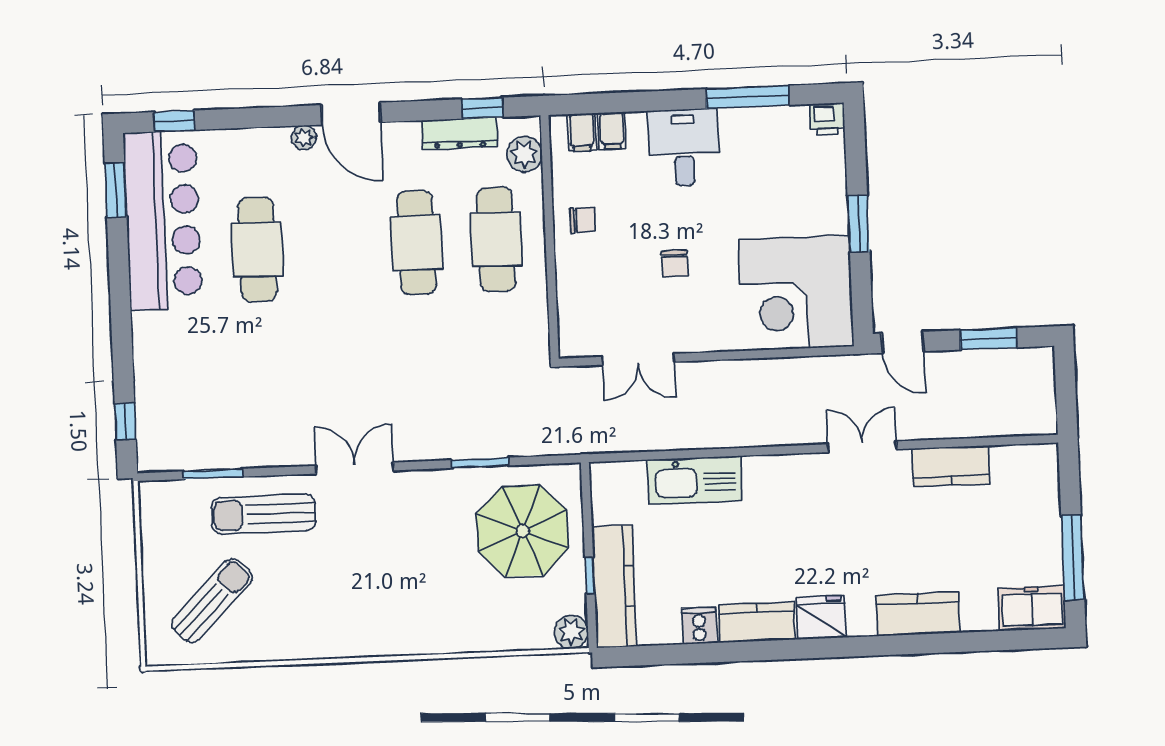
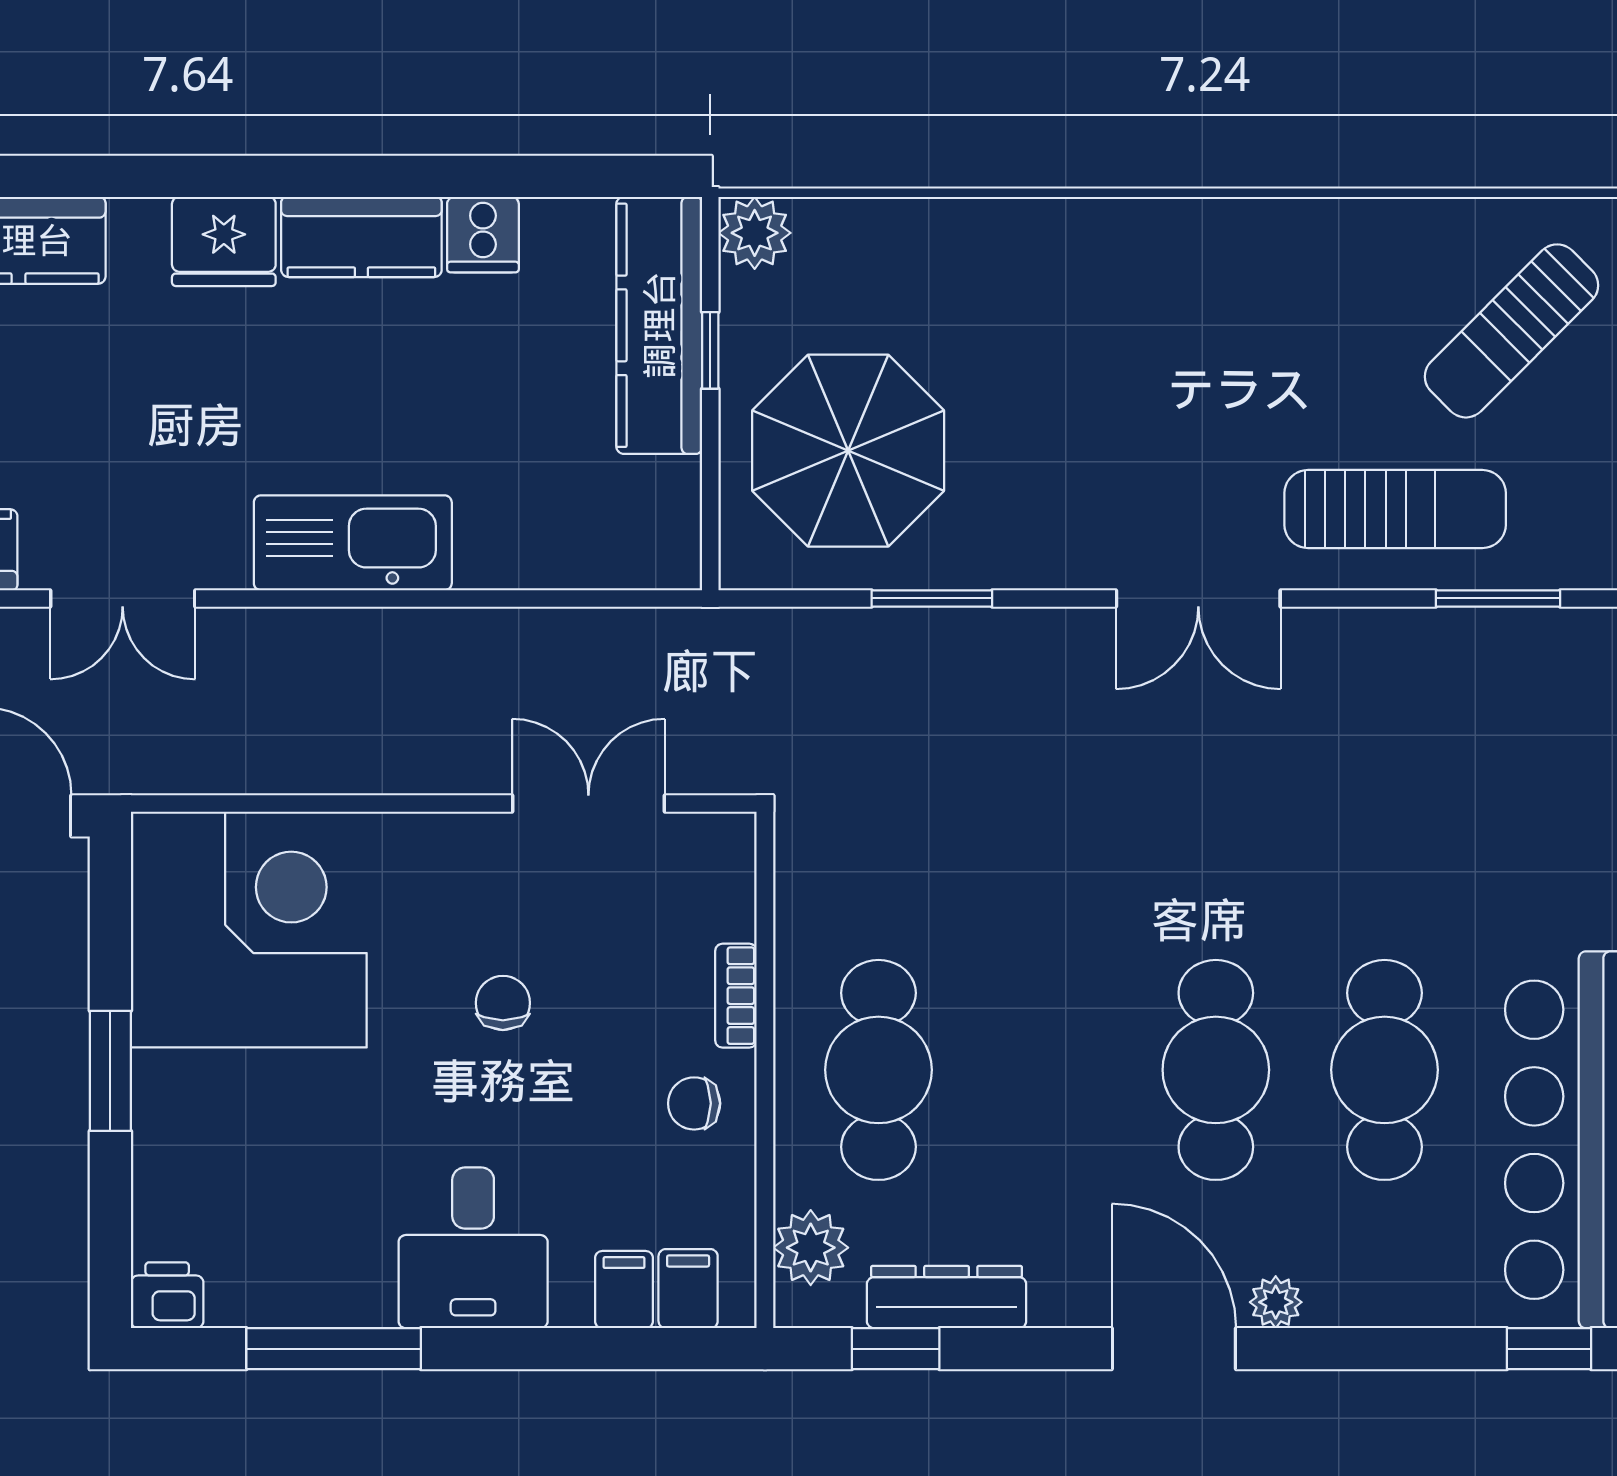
cafe table: (416, 243) -> (1216, 1070), moved
bookcase: (565, 272) -> (736, 996), added
kitchen sink: (695, 480) -> (353, 543), moved

